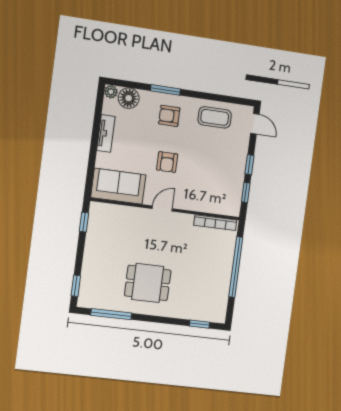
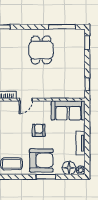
armchair: (169, 116) -> (41, 160), width x1.88, depth x1.88
door: (162, 209) -> (26, 100), moved
dining table: (148, 283) -> (41, 50), turned 90

